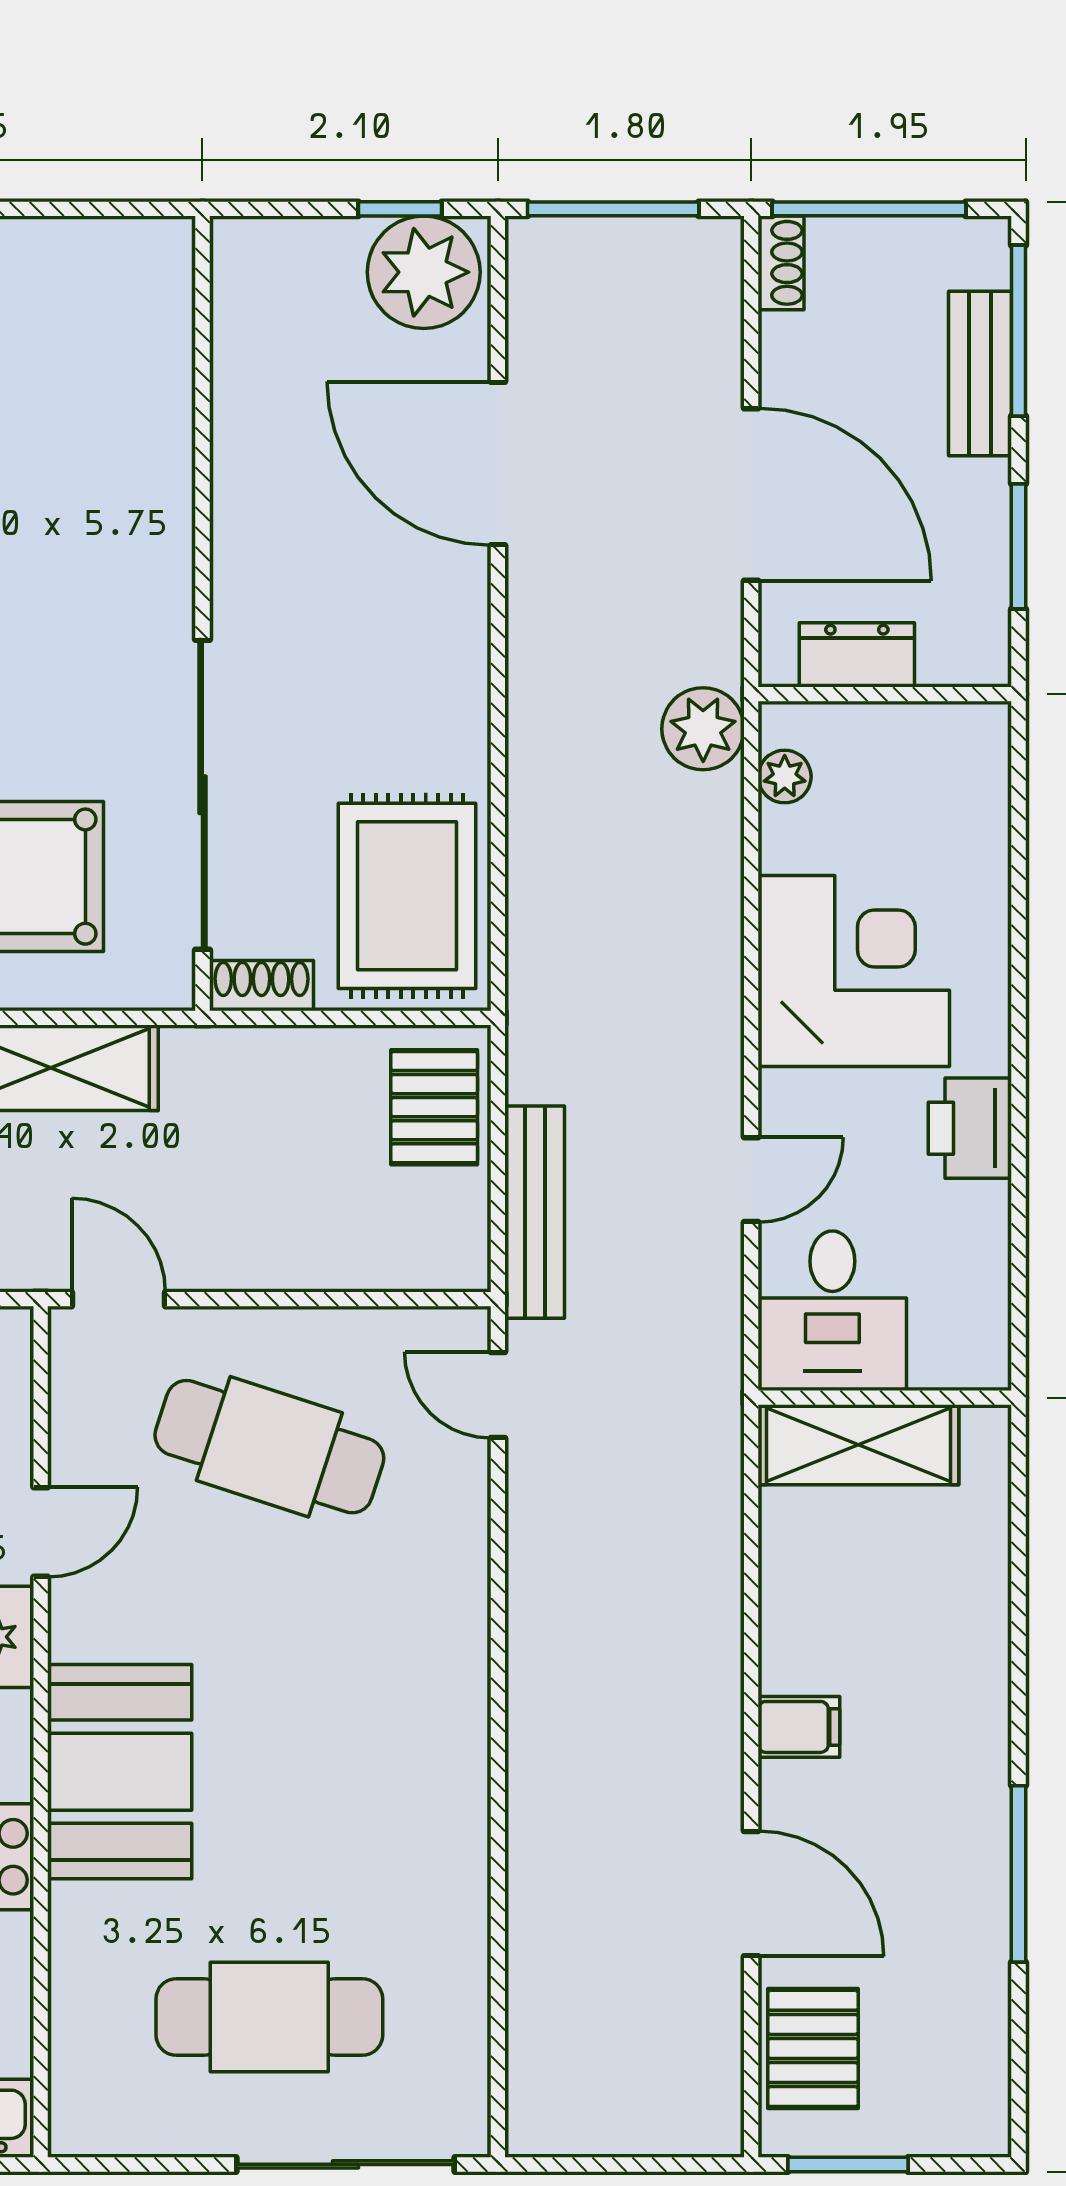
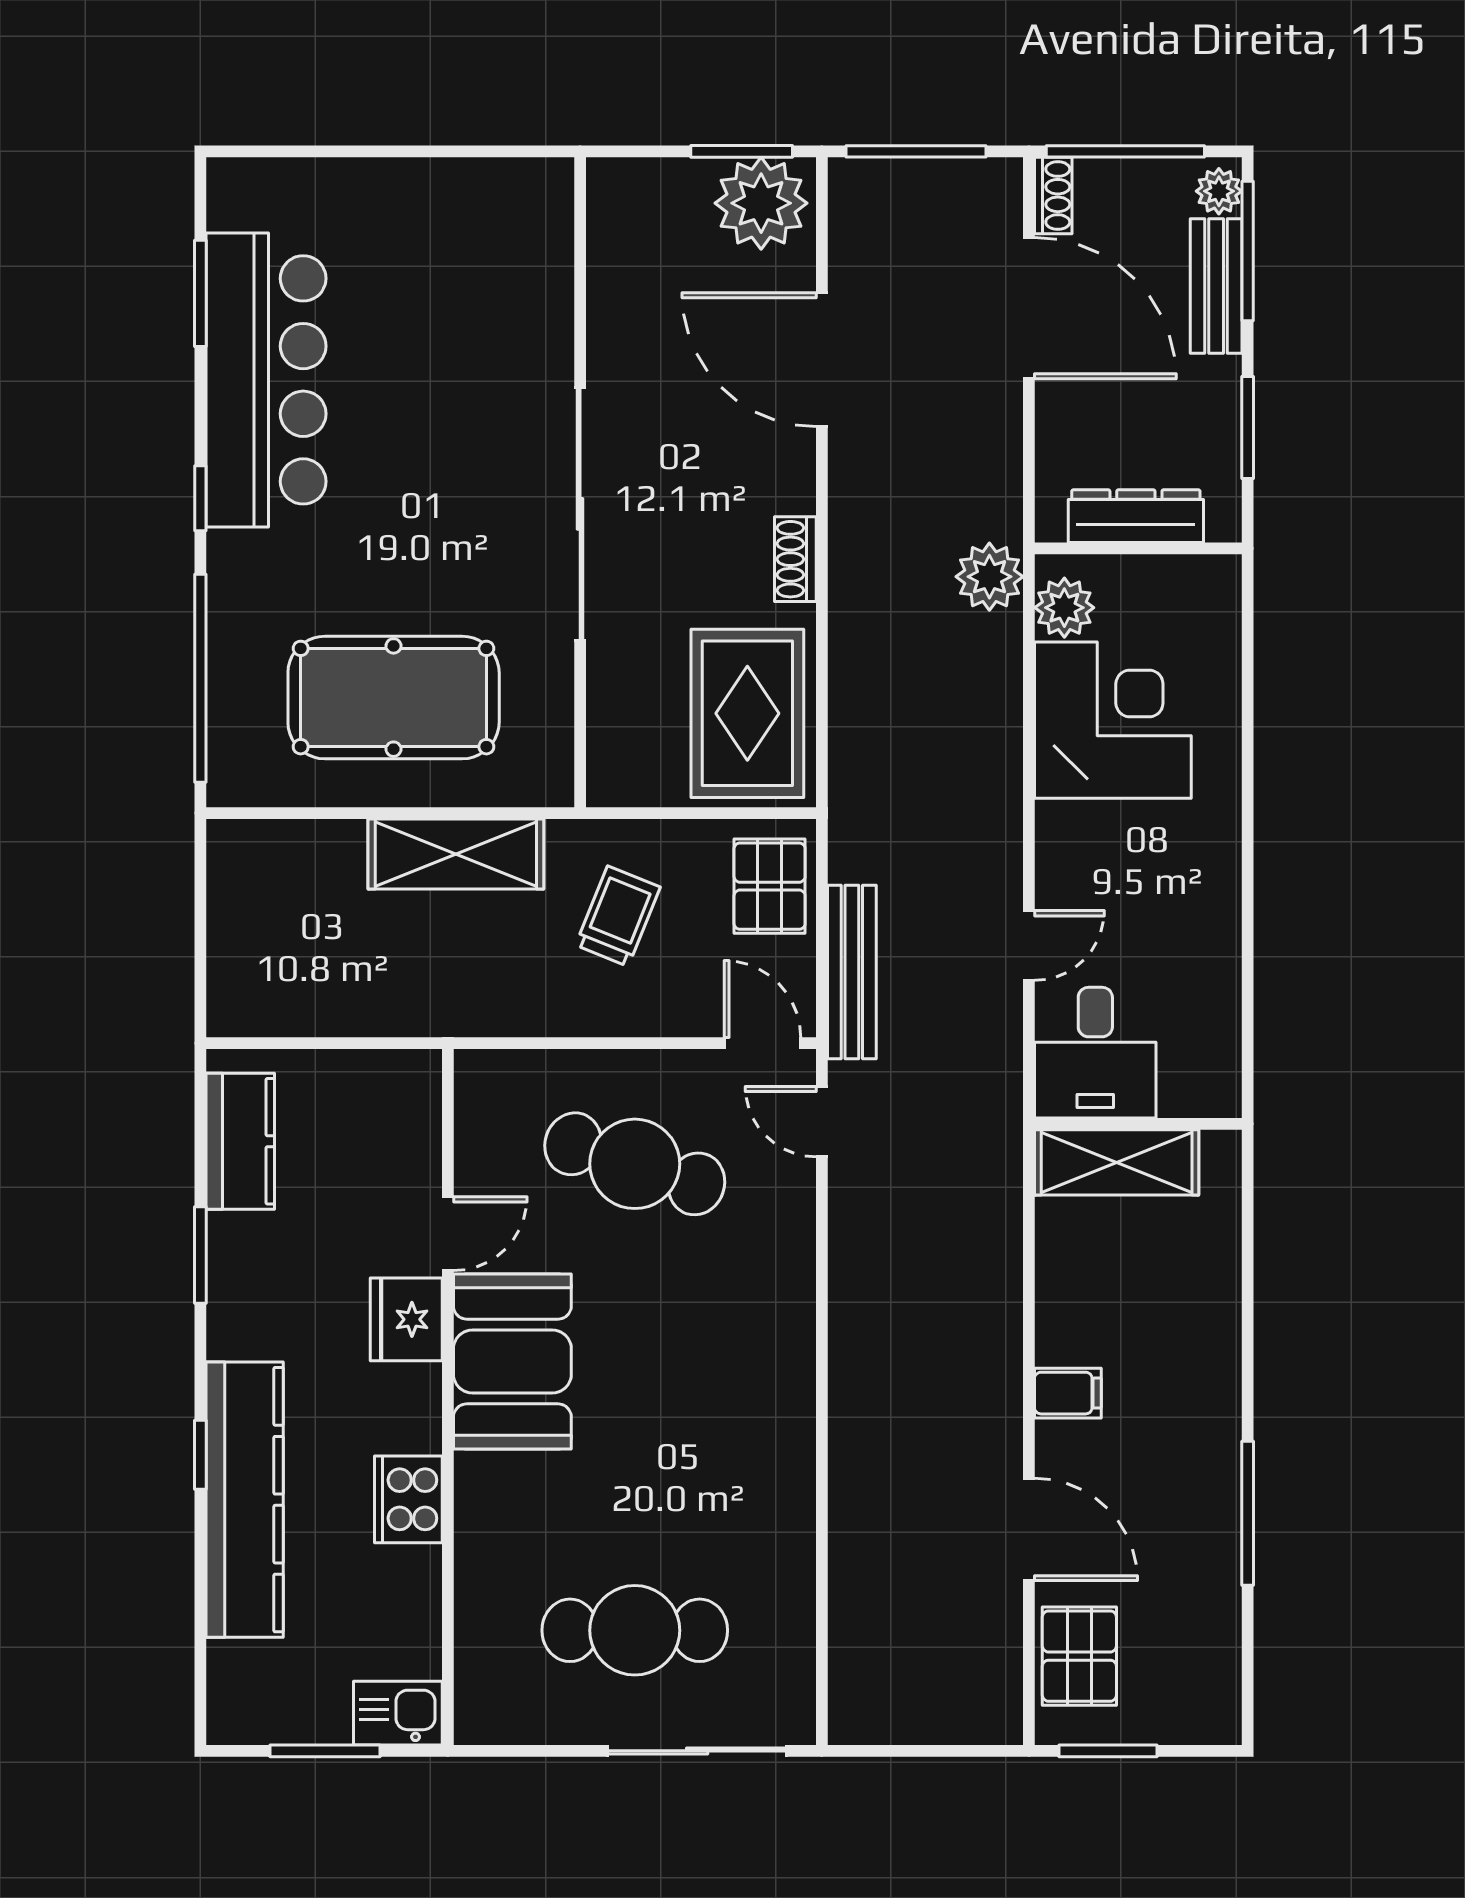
window: (400, 209) -> (742, 151), width x1.50
plant: (984, 258) -> (1219, 191), added
door: (751, 494) -> (1029, 308), moved
dresser: (857, 655) -> (1136, 516), width x1.44
plant: (785, 777) -> (1064, 608), width x1.38, depth x1.38
sliding door: (202, 795) -> (580, 514), moved
corner desk: (854, 971) -> (1113, 720), moved
shoe rack: (261, 986) -> (795, 559), moved, turned -90
printer: (970, 1128) -> (1208, 903), removed
trolley: (249, 1144) -> (618, 916), added
door: (119, 1299) -> (762, 1043), moved
booth: (120, 1772) -> (512, 1362), moved

